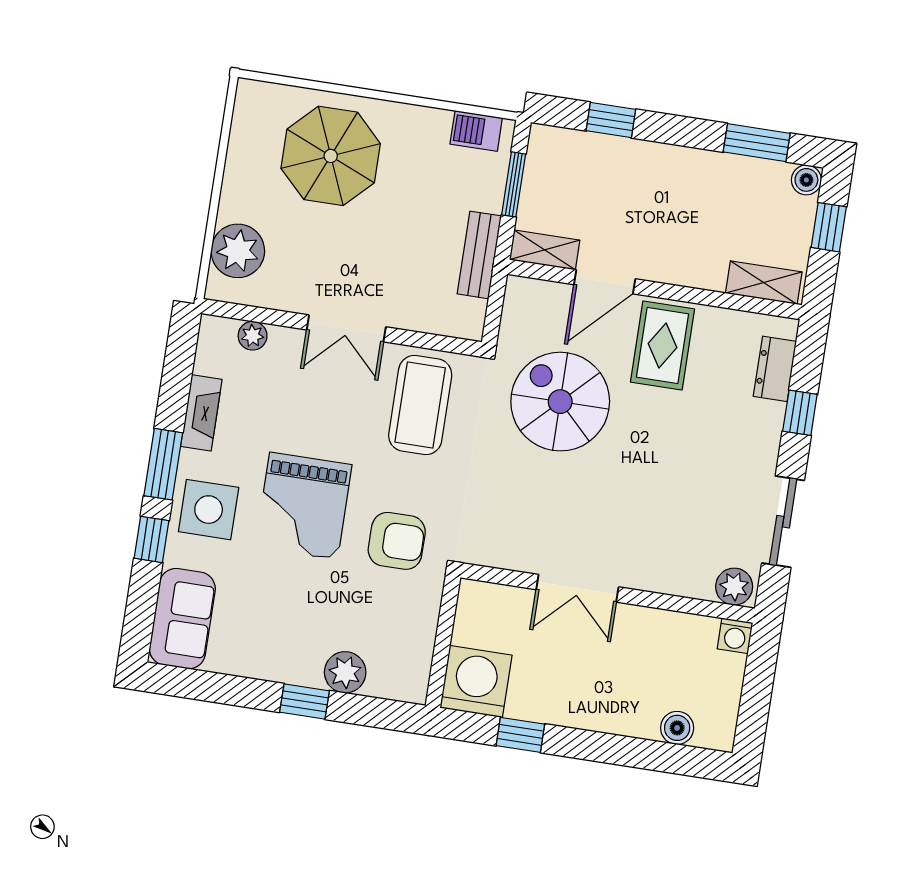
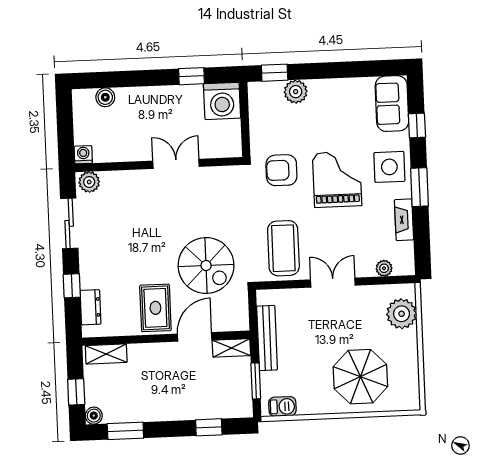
bench: (479, 255) -> (267, 338), width x1.36
window: (152, 539) -> (417, 125), moved
window: (305, 701) -> (275, 73), moved

